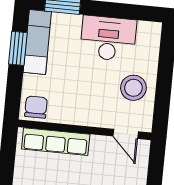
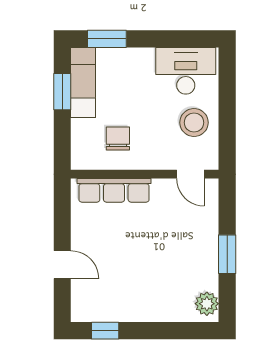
desk: (108, 38) -> (186, 71), moved
chair: (36, 107) -> (118, 138), moved

